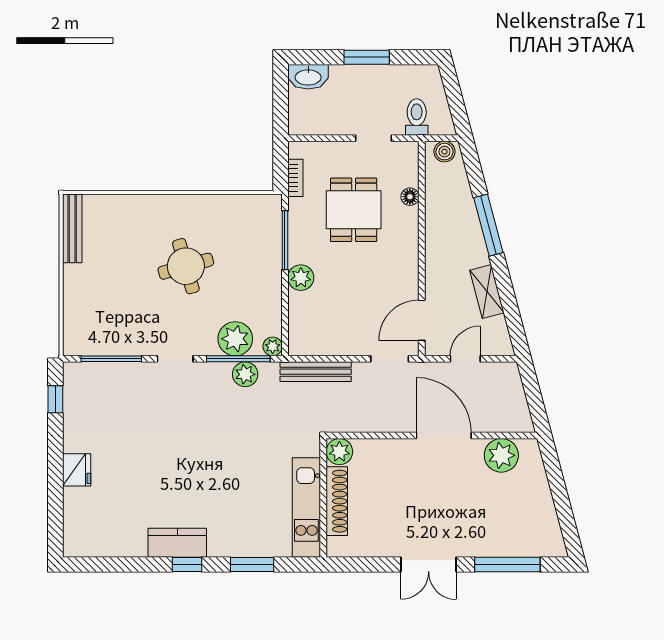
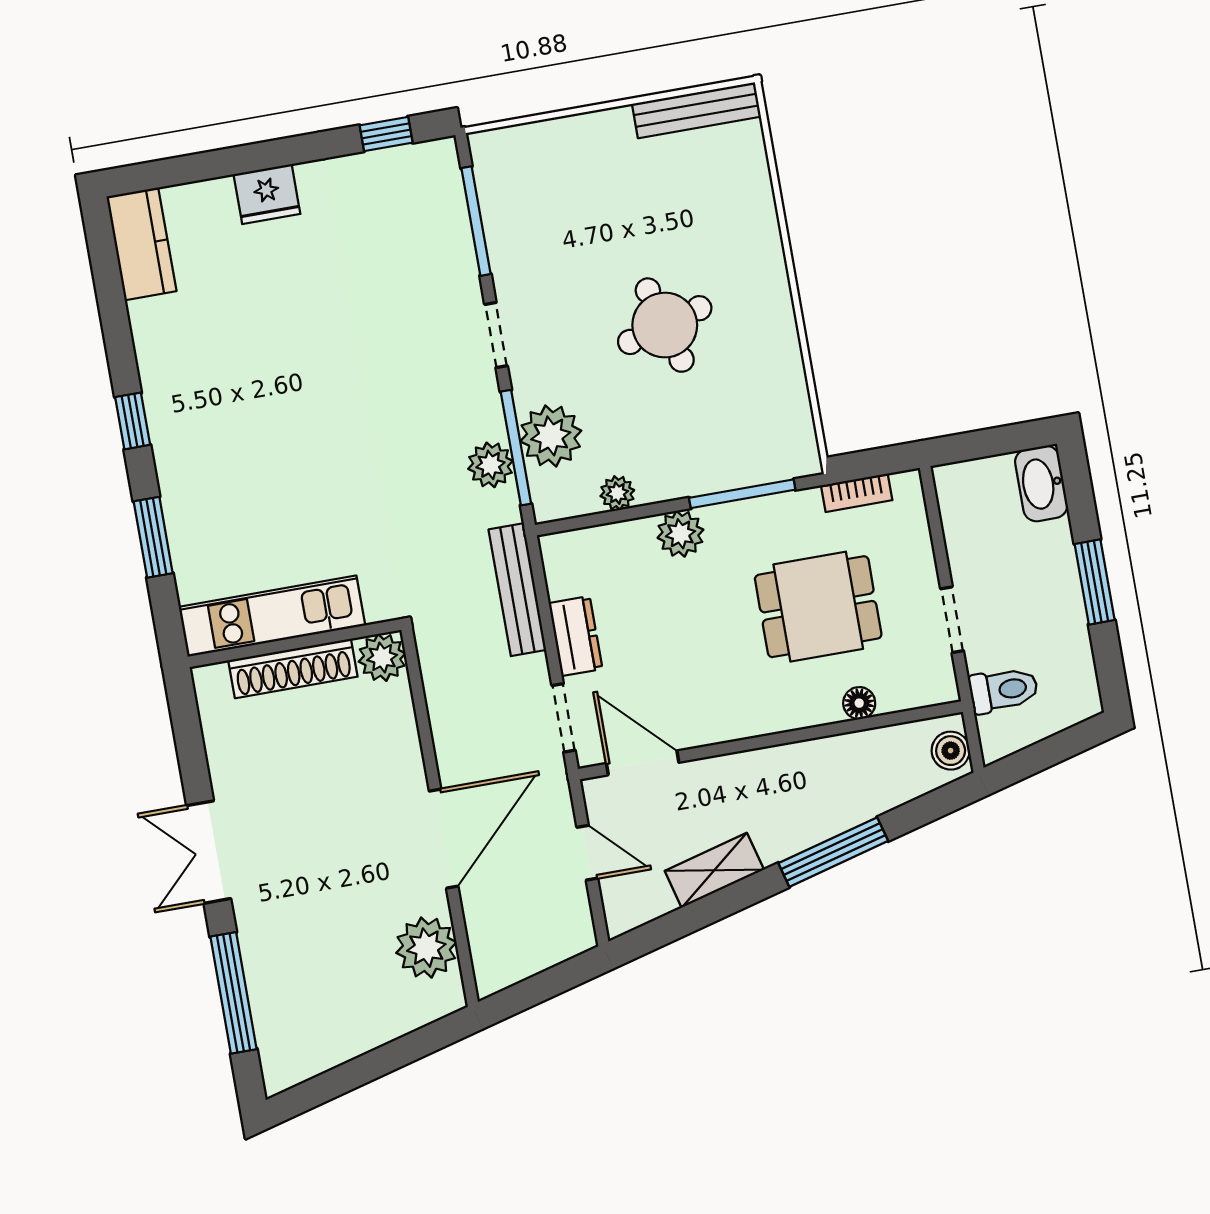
dresser: (346, 344) -> (576, 636), added
plant: (273, 346) -> (617, 493), moved
kitchen counter: (177, 543) -> (141, 244), moved

